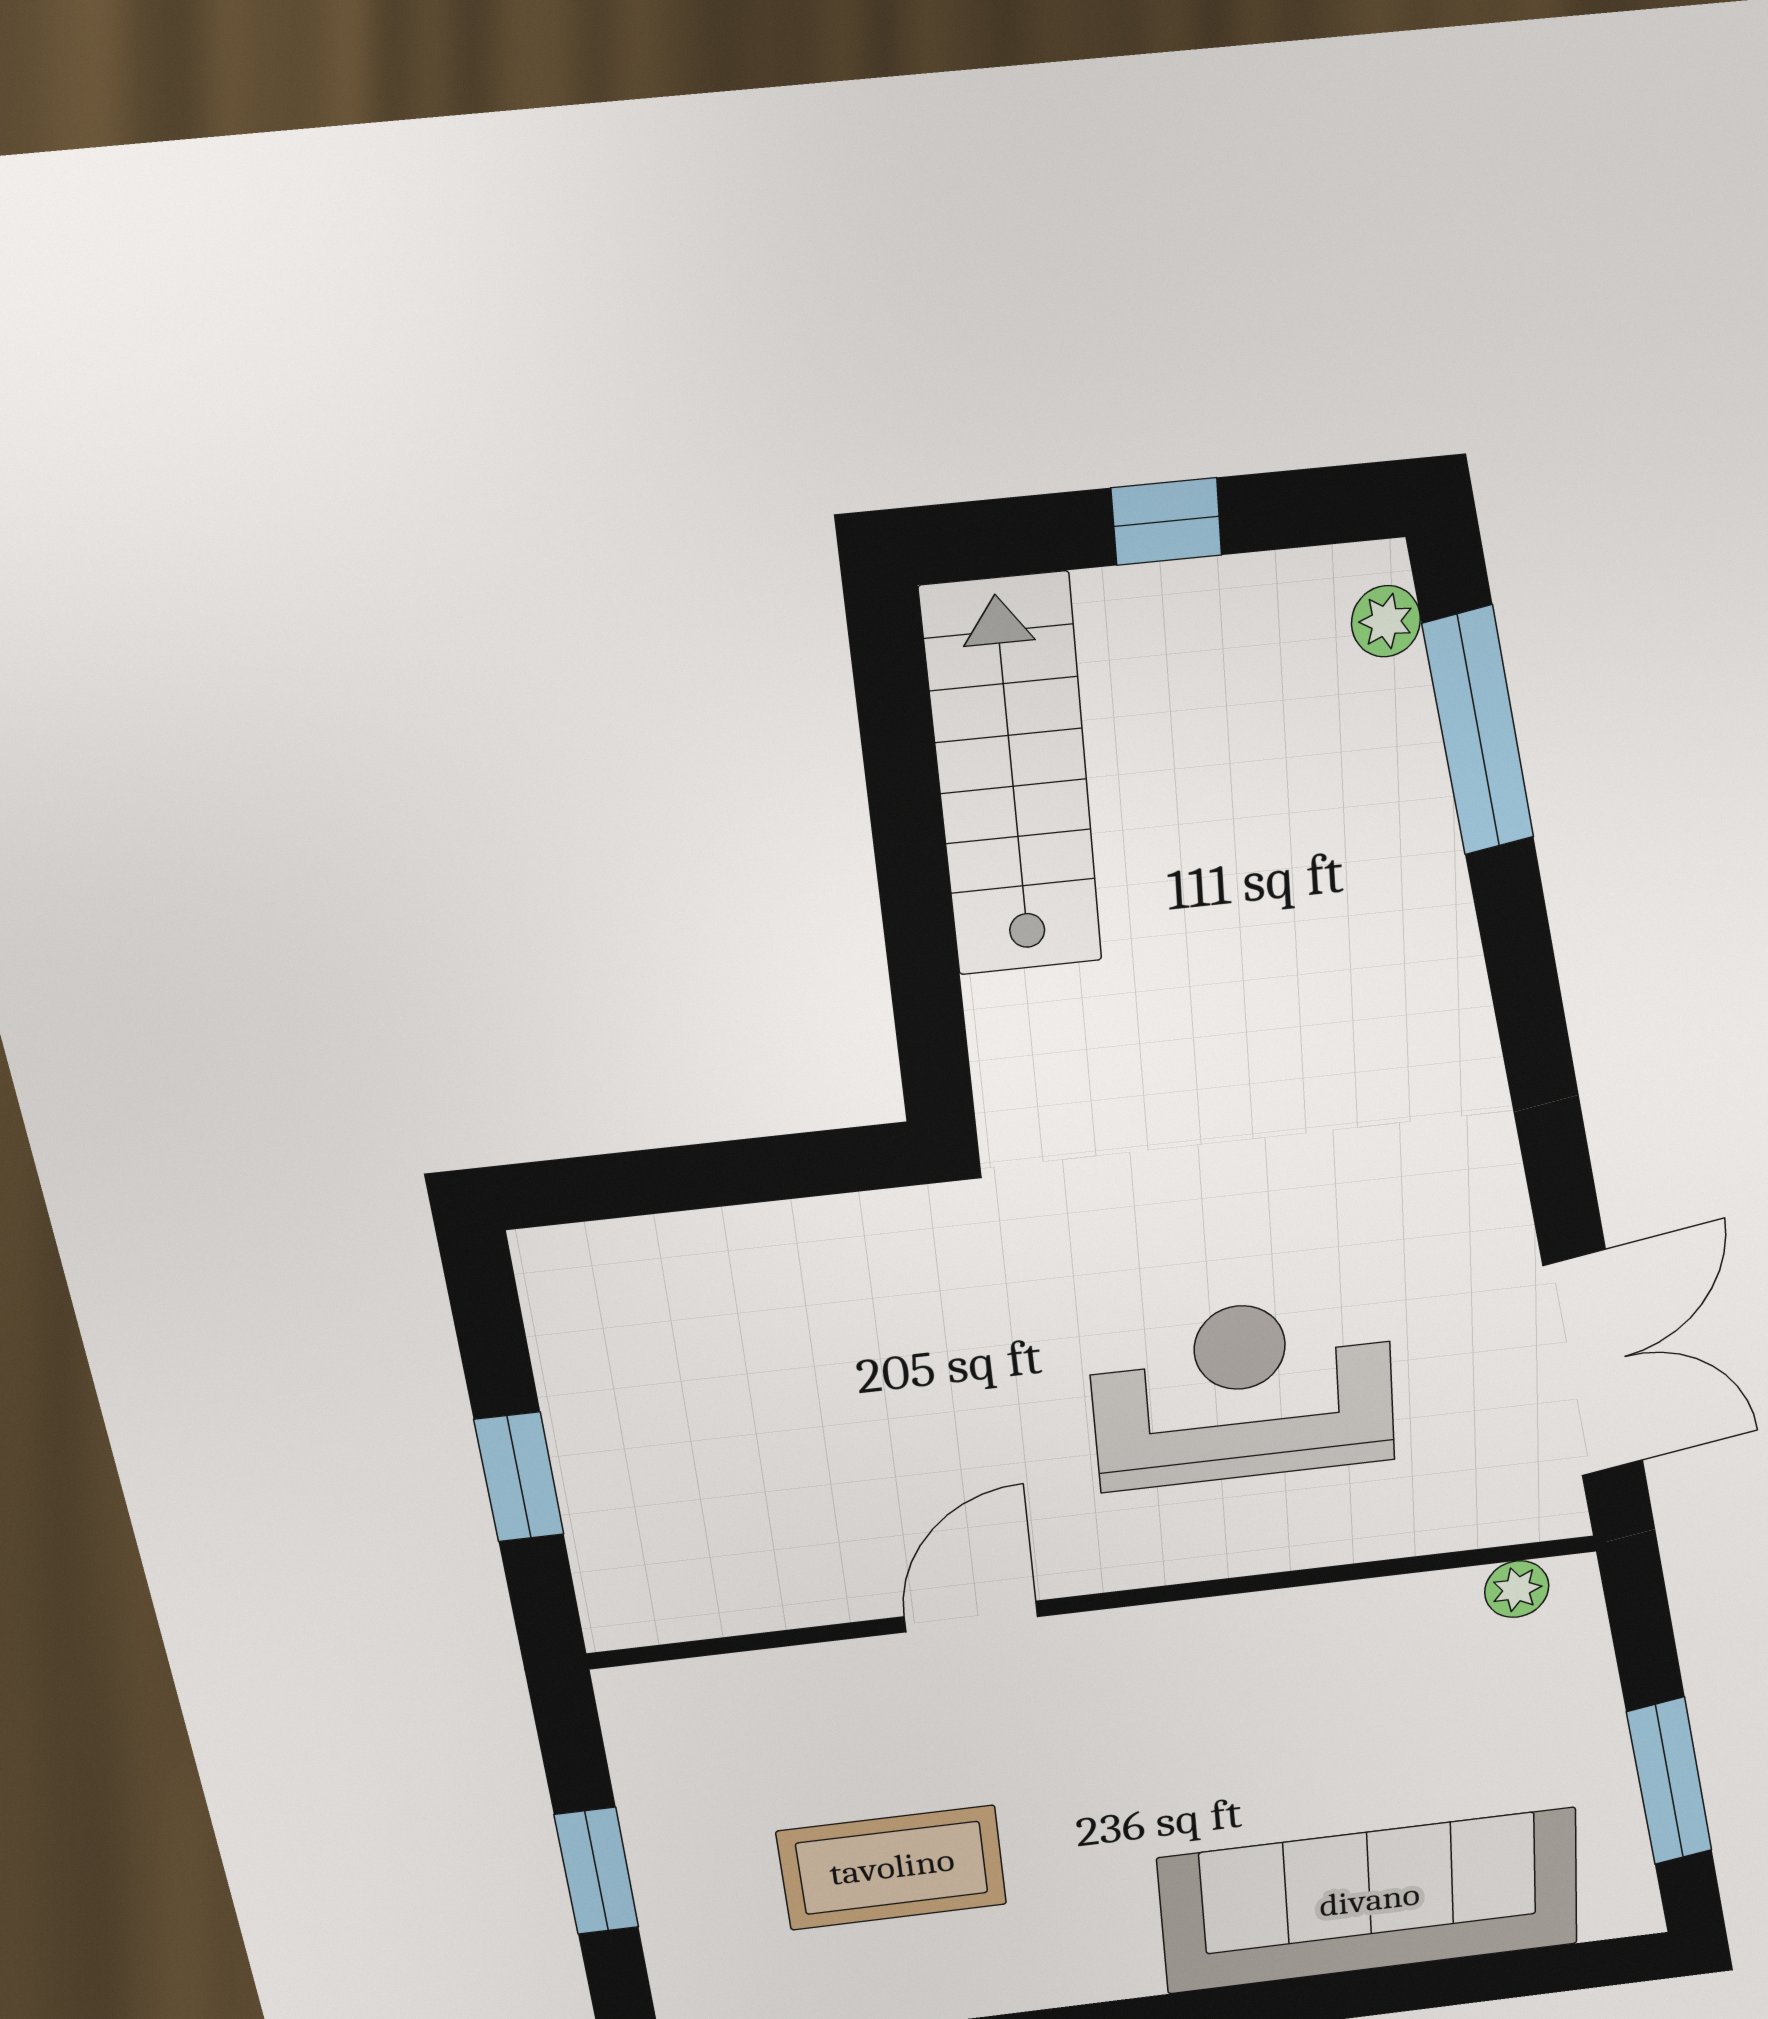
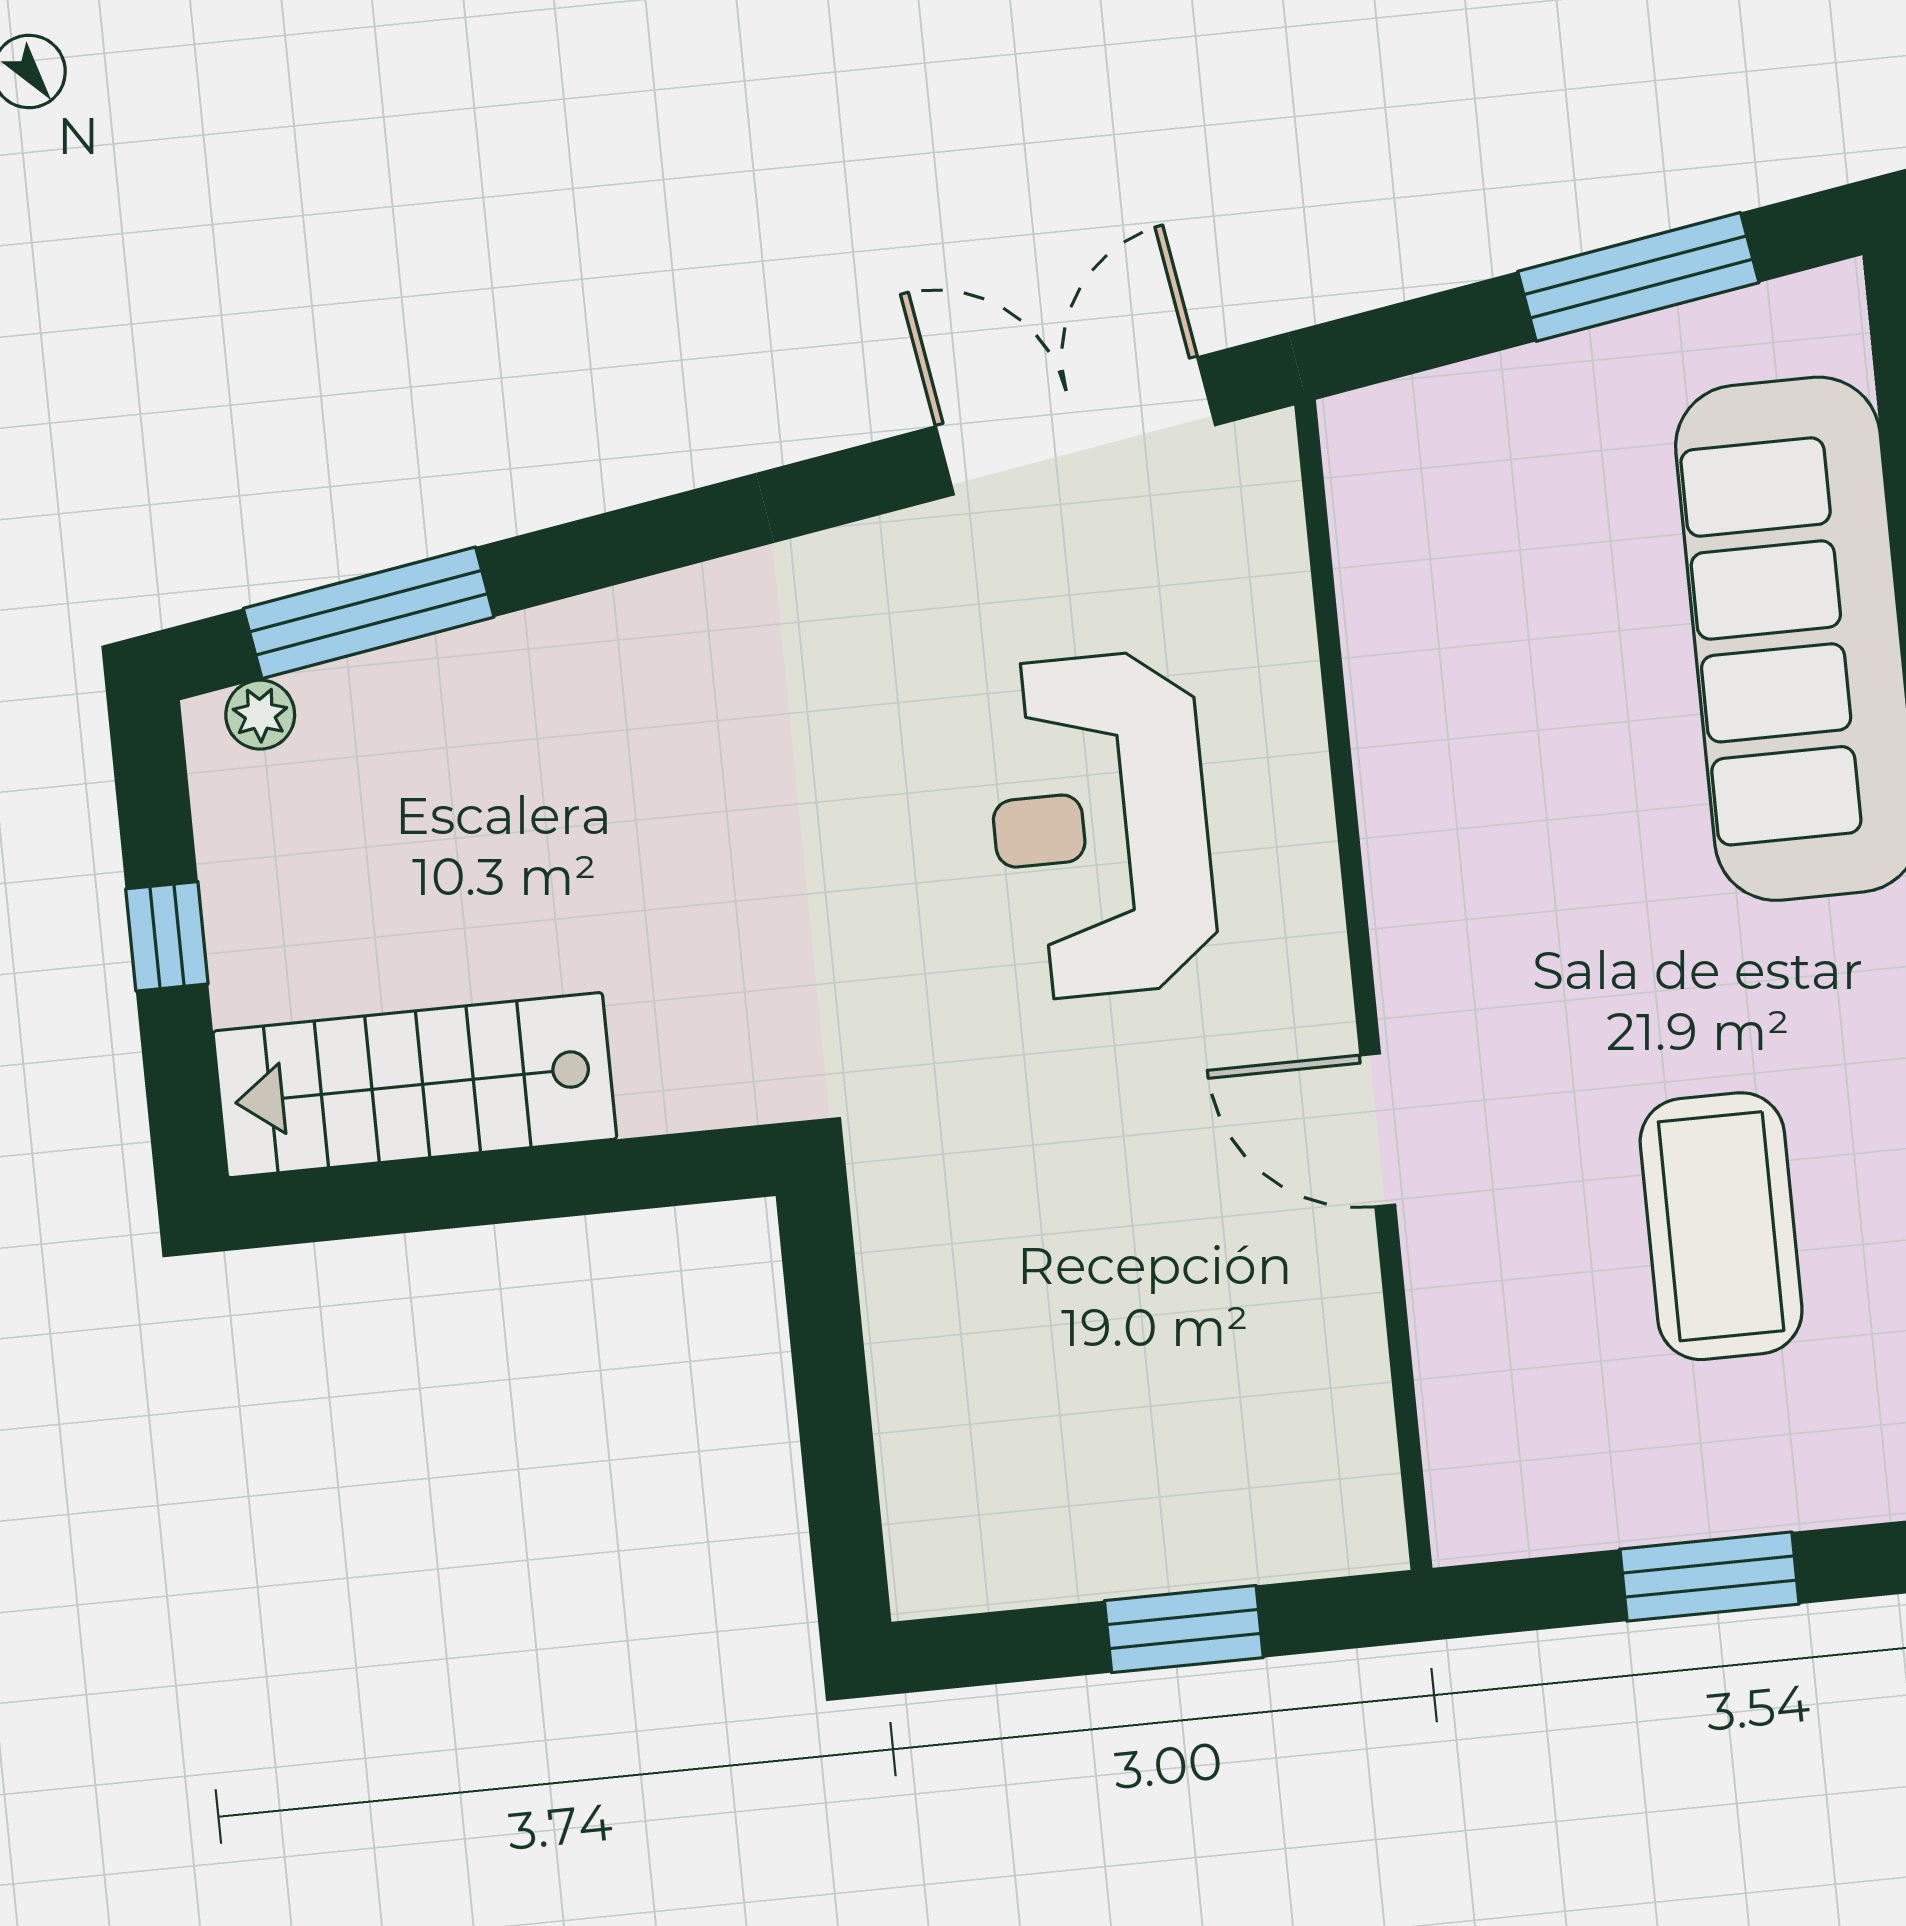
plant: (1517, 1589) -> (1363, 490), removed

